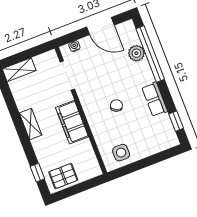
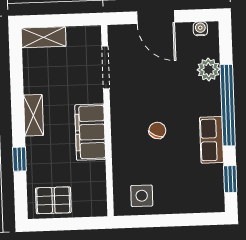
door: (100, 26) -> (156, 17), moved
water cooler: (74, 46) -> (200, 29), moved
window: (150, 54) -> (228, 105), moved
window: (37, 173) -> (19, 159), moved

